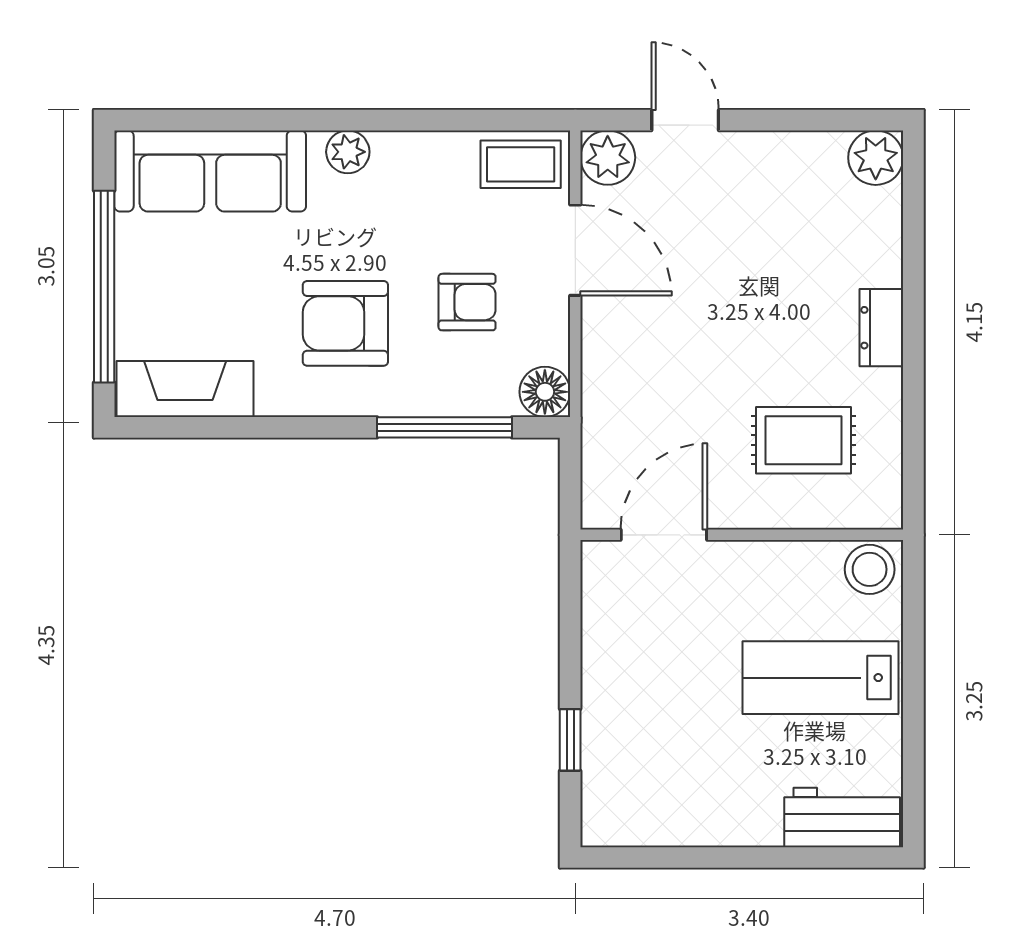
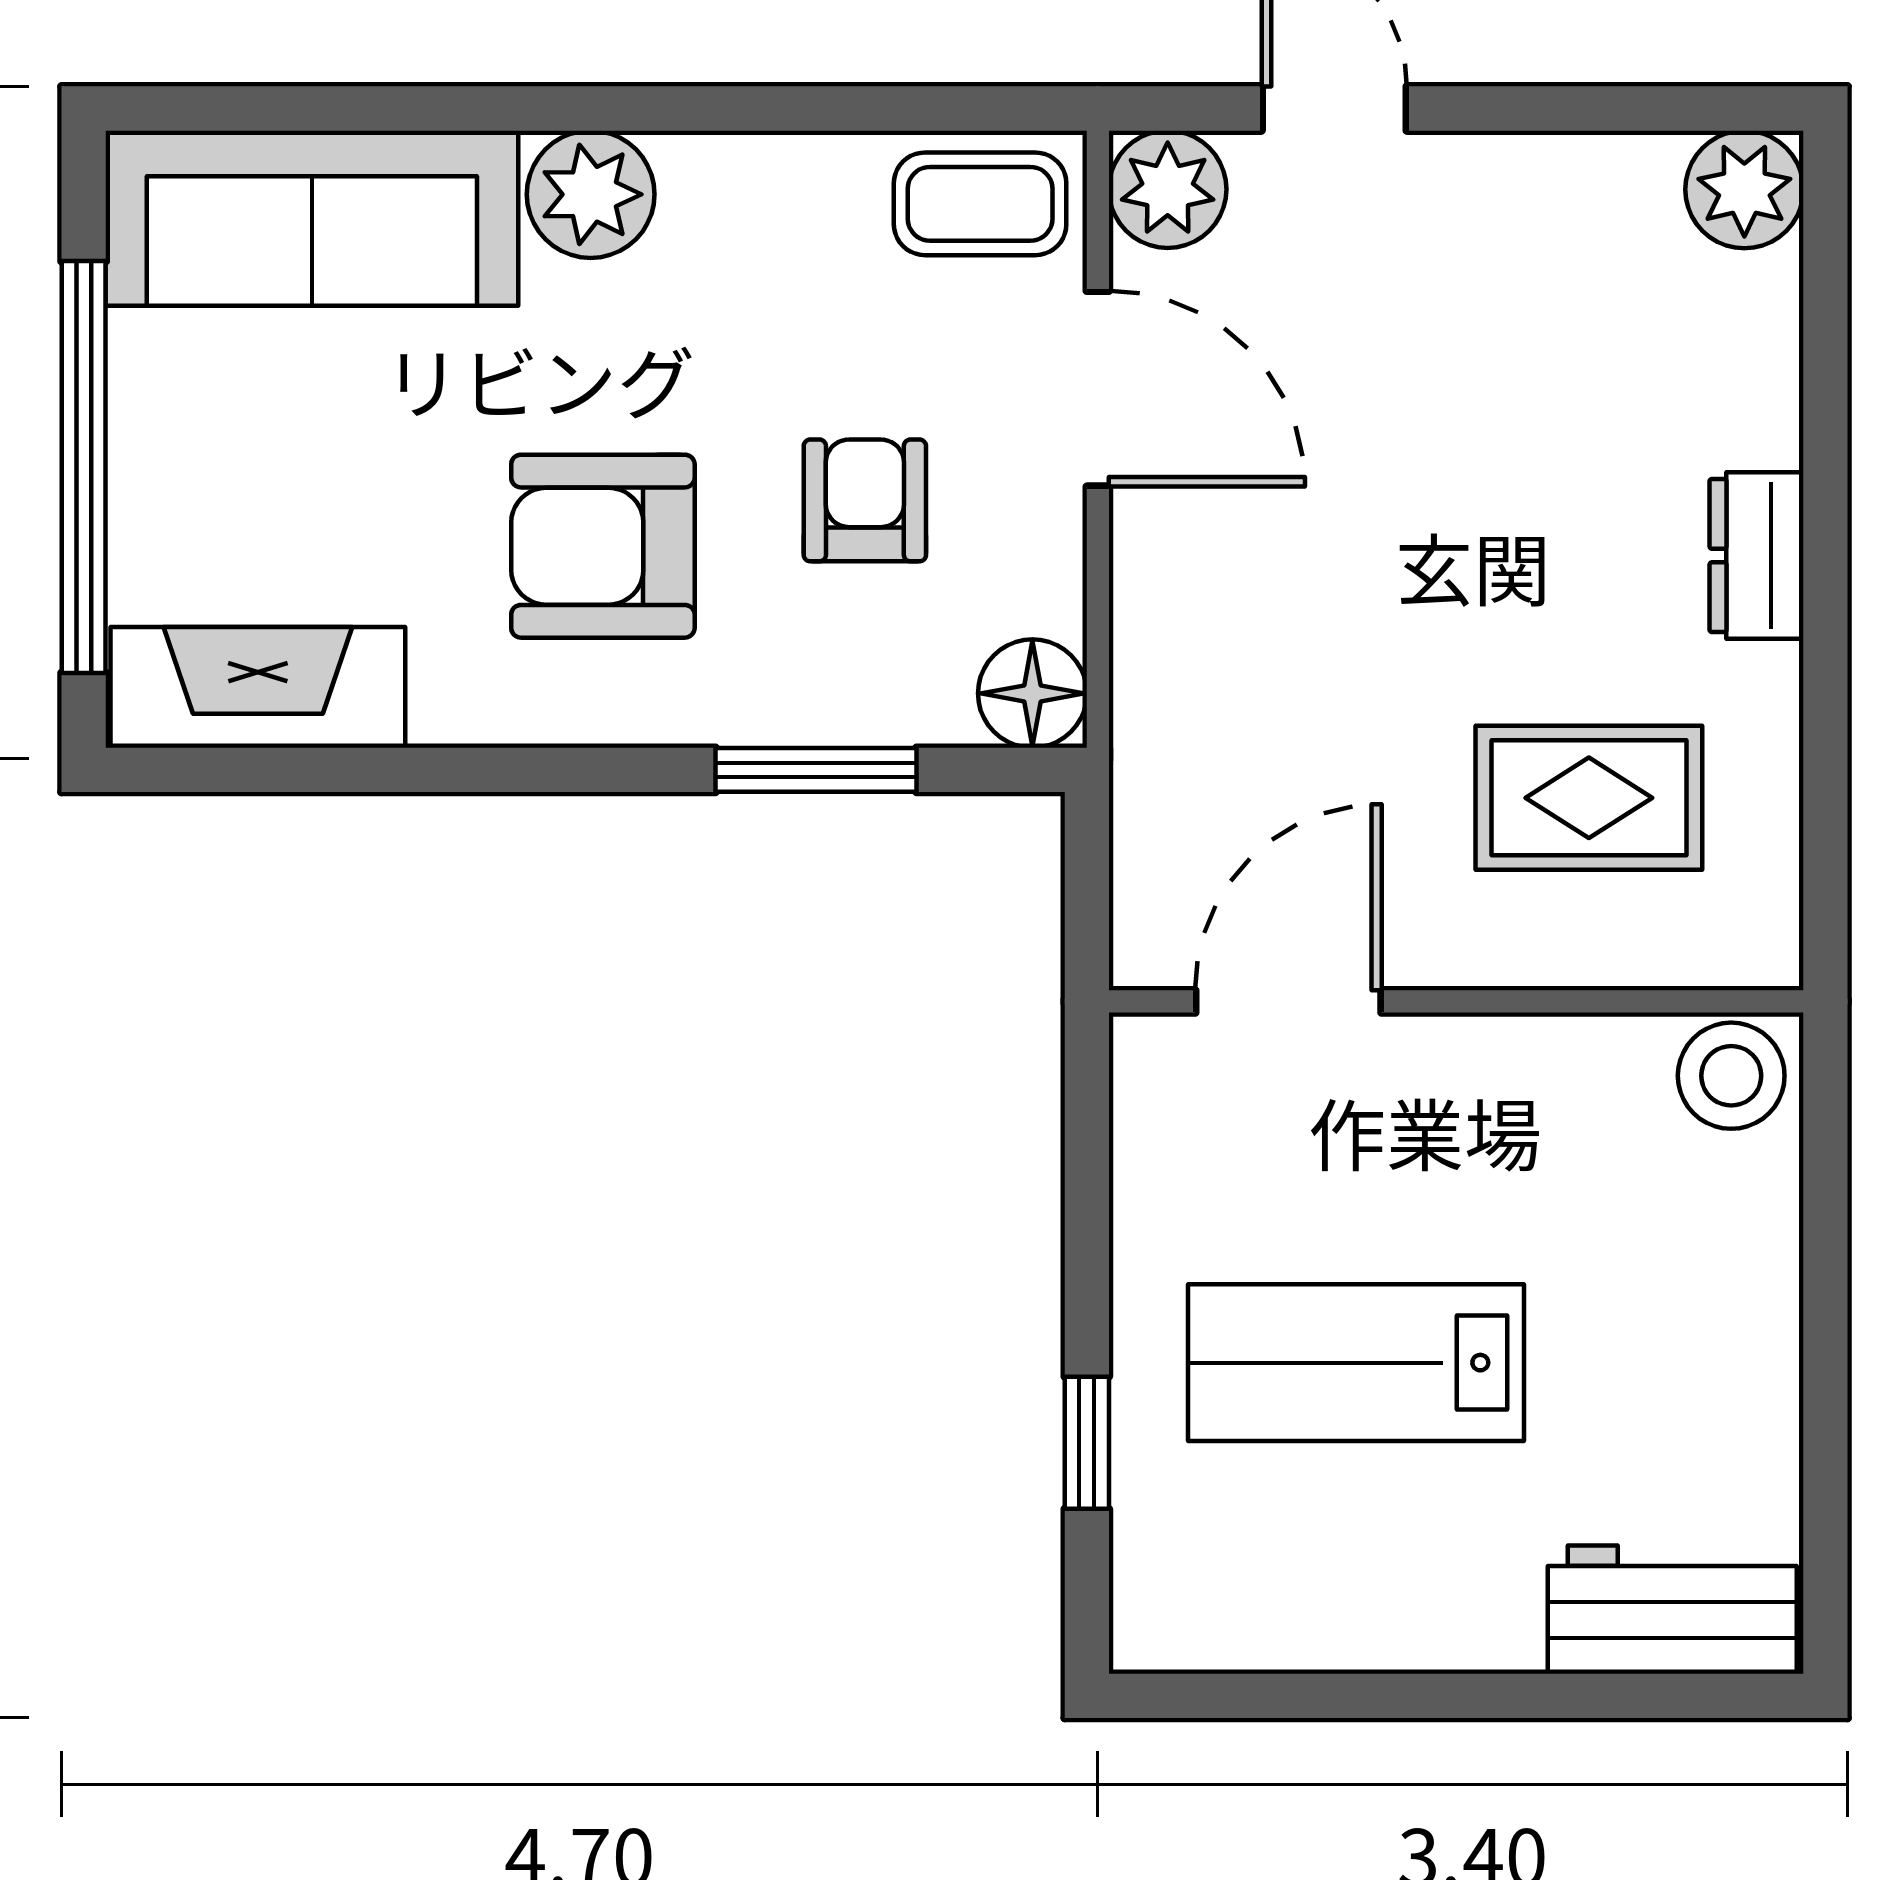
plant: (348, 152) -> (591, 194), width x1.38, depth x1.38
armchair: (467, 302) -> (865, 500), turned -90
window: (444, 427) -> (816, 770), width x0.69
lab bench: (821, 678) -> (1356, 1363), moved

